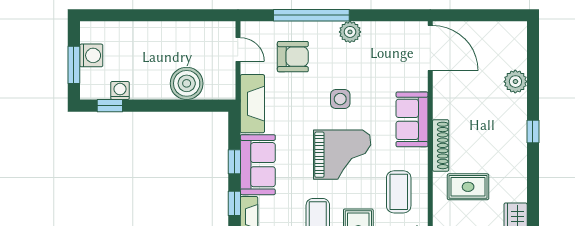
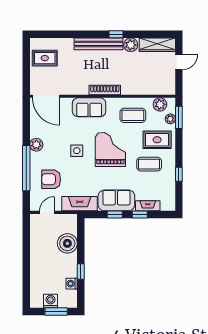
door: (430, 48) -> (46, 96), swing flipped
armchair: (293, 57) -> (51, 179), turned -90
plant: (515, 82) -> (131, 45), moved
window: (110, 106) -> (81, 271), moved
window: (533, 131) -> (116, 34), moved
bench: (517, 135) -> (98, 44), added
rug: (468, 187) -> (45, 58), moved, turned 90

